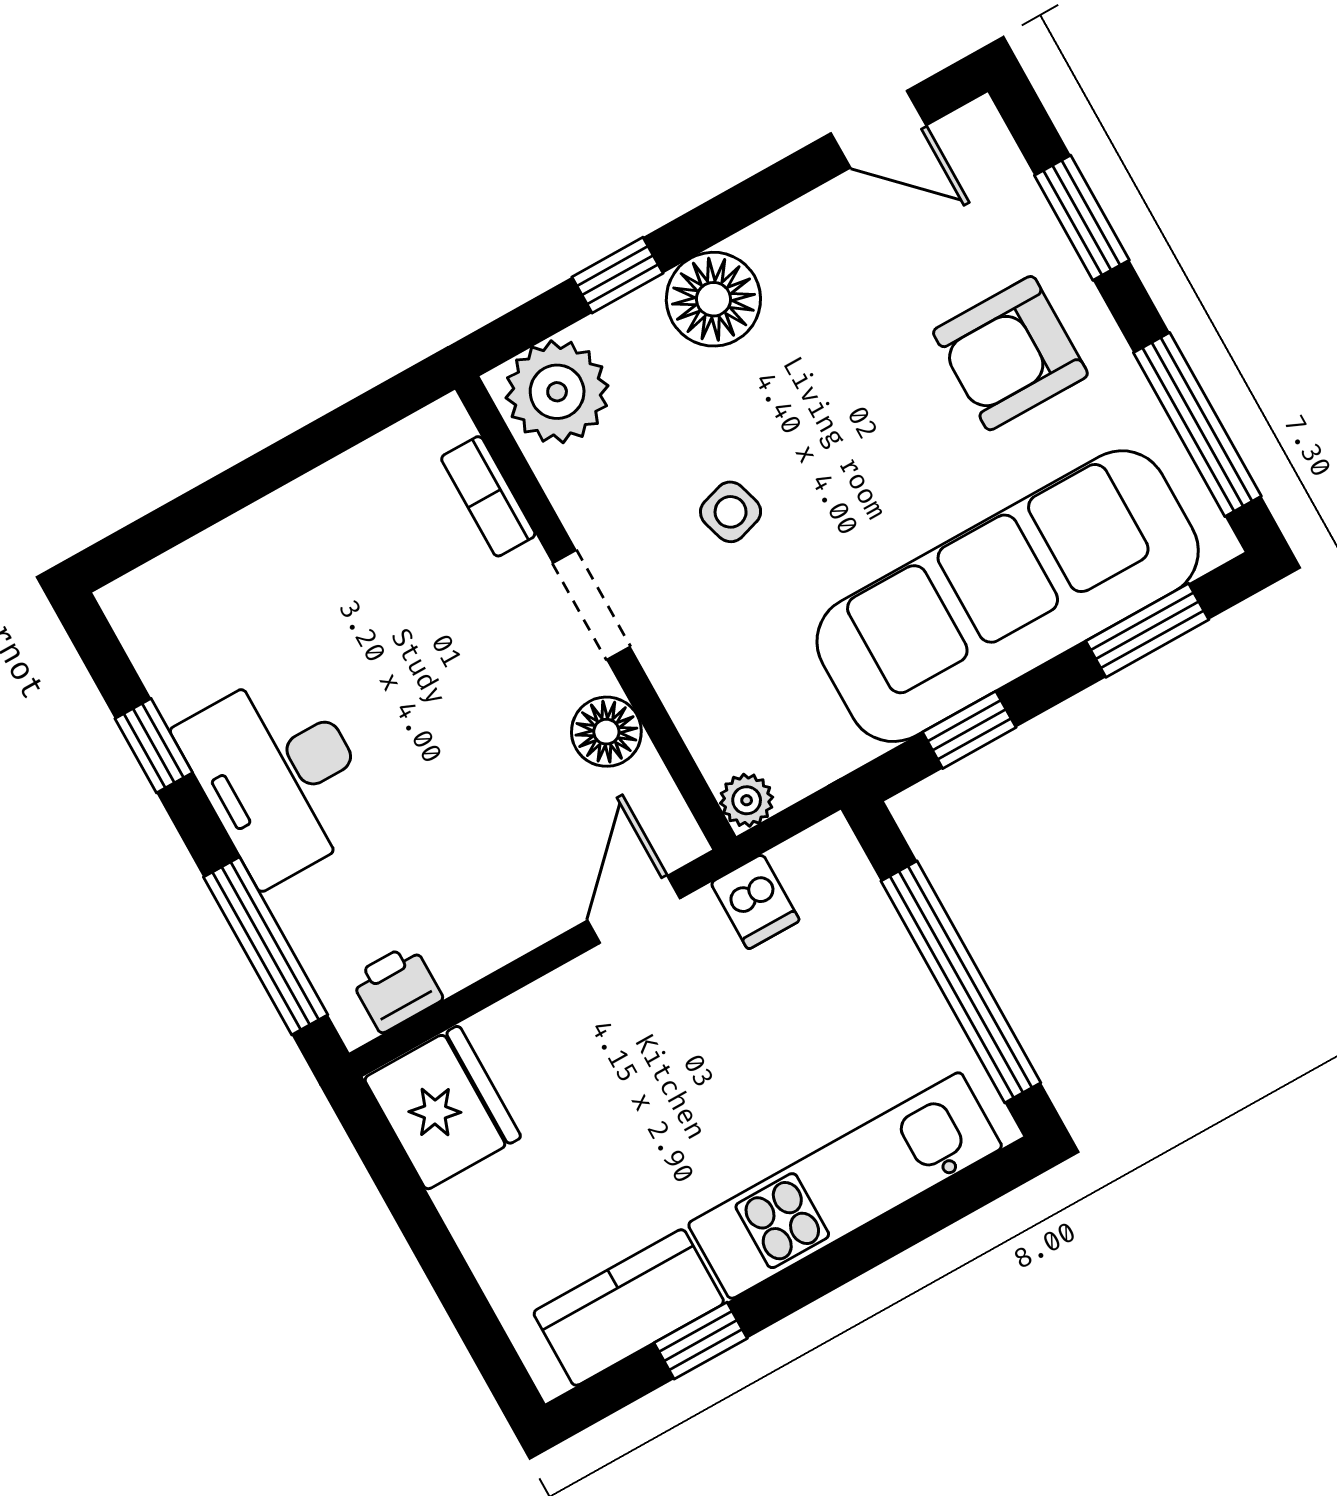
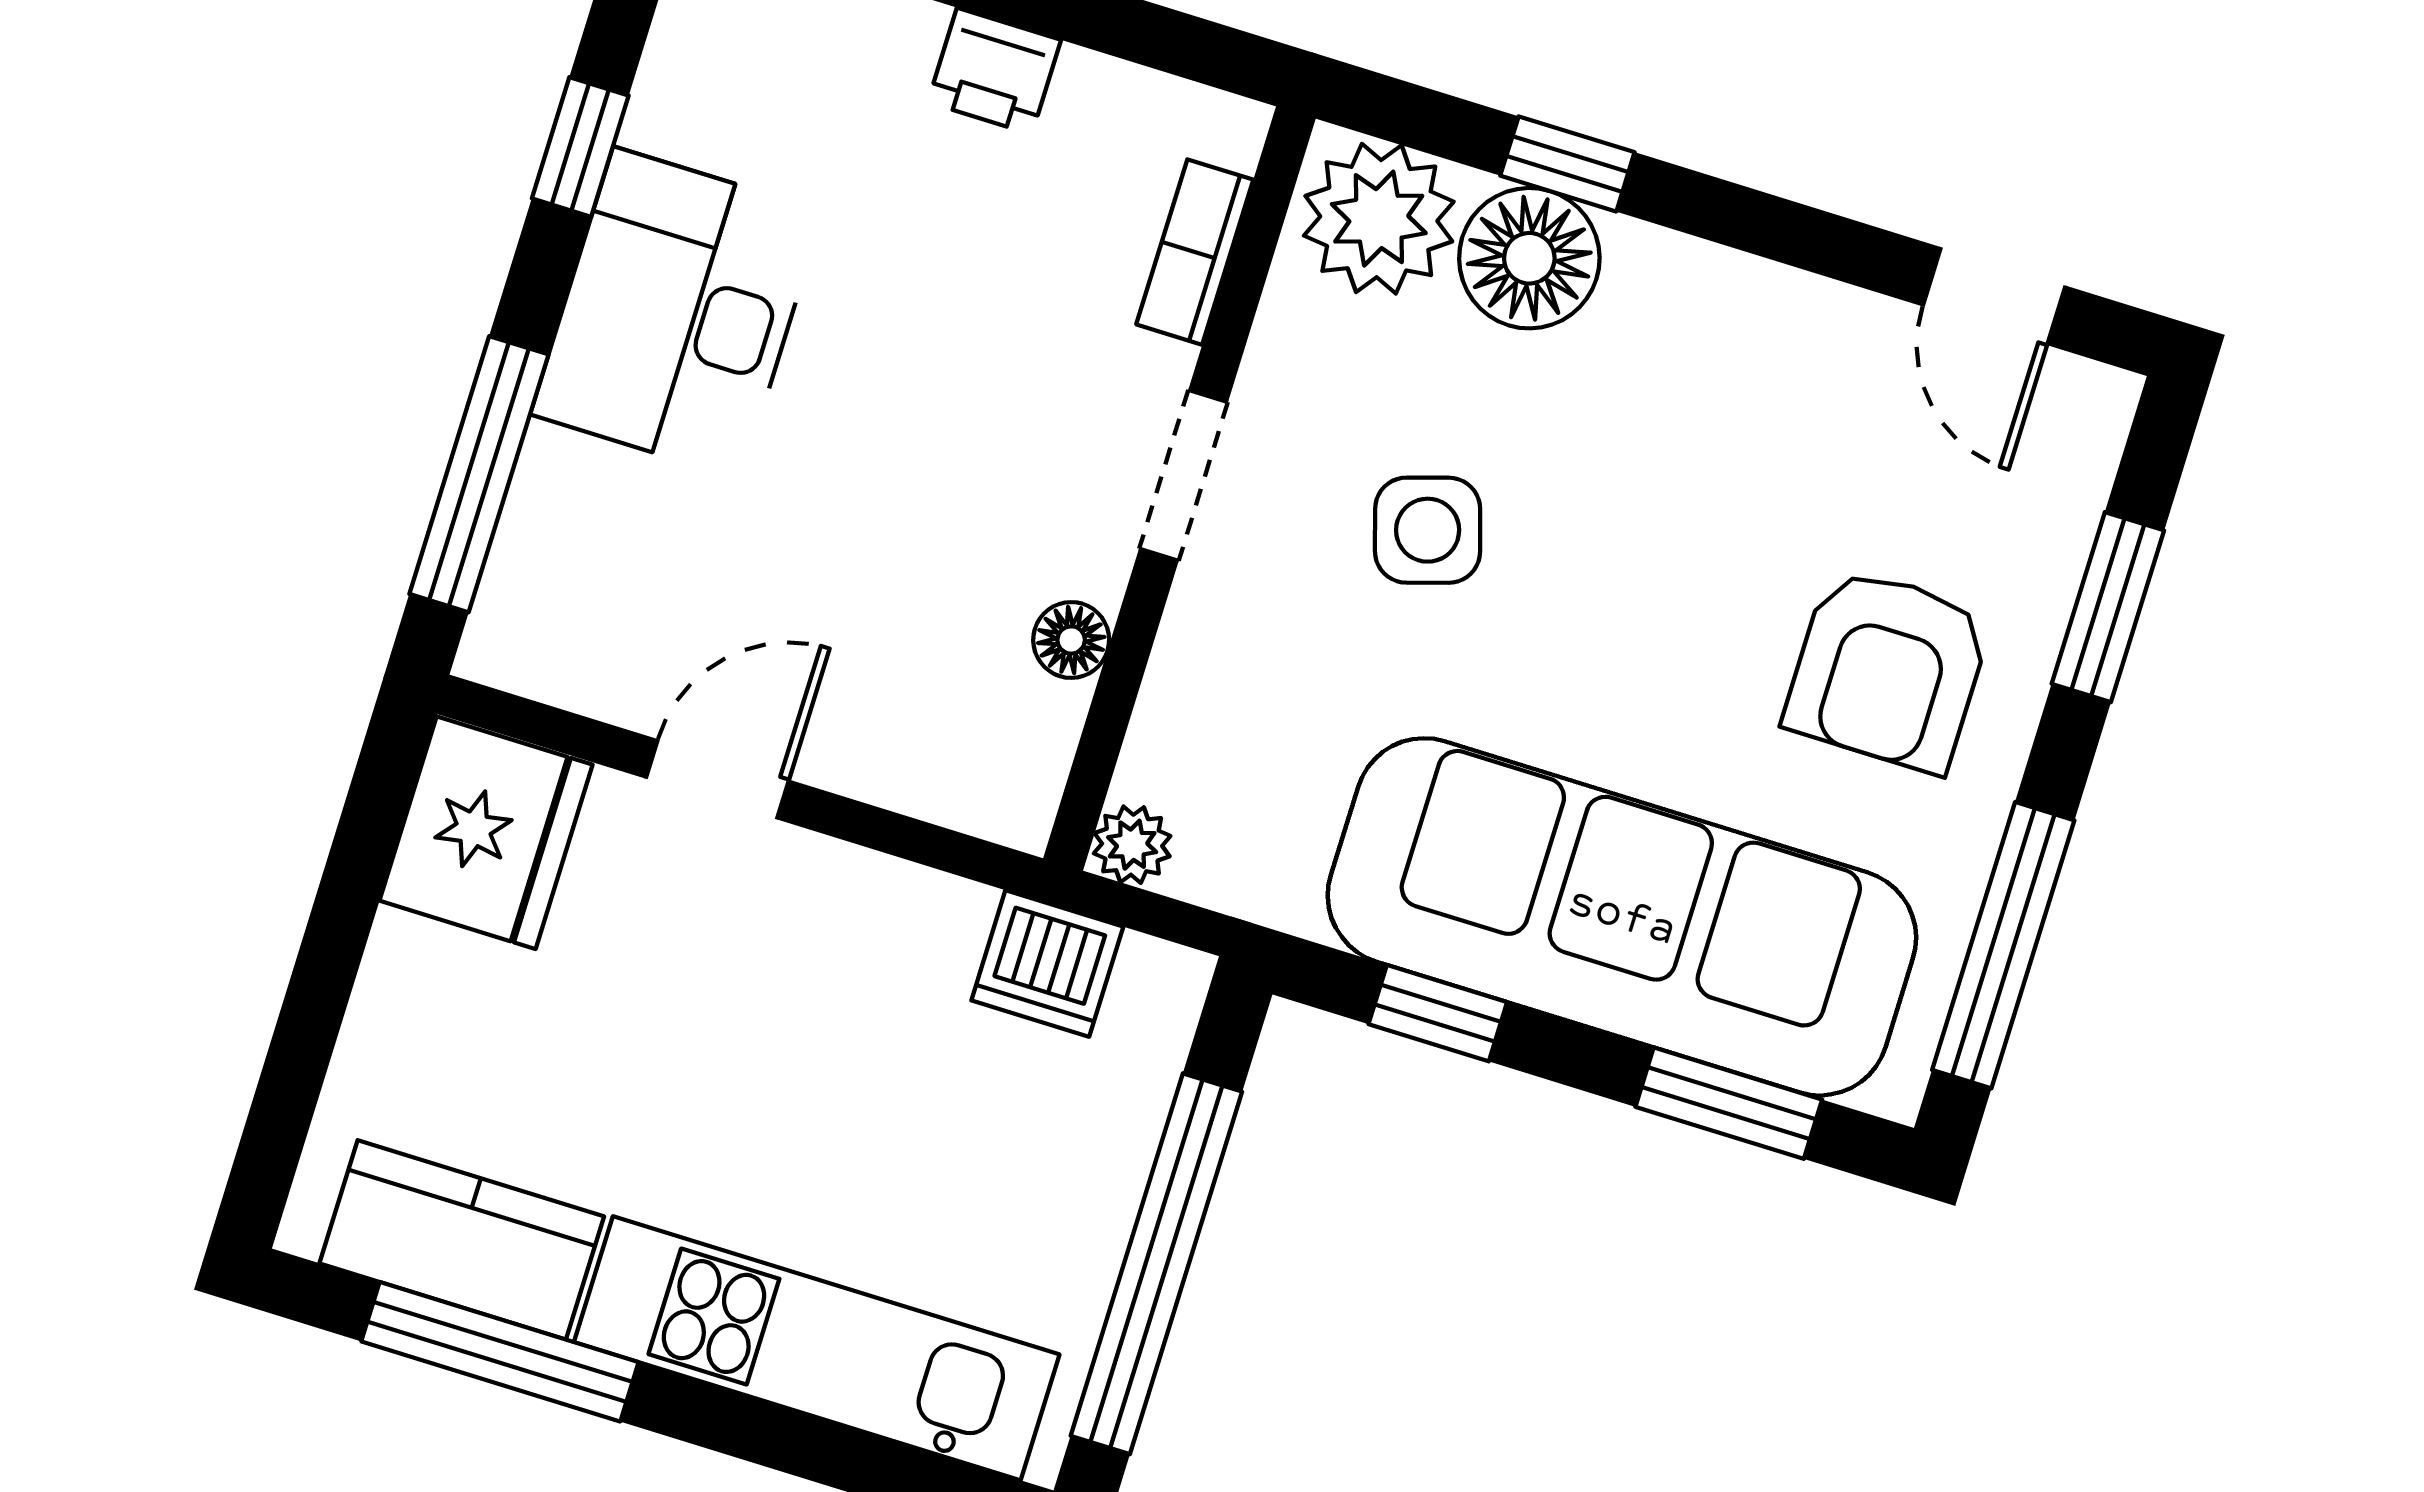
floor lamp: (713, 299) -> (1529, 258), moved
armchair: (1010, 353) -> (1888, 669), turned -90
side table: (731, 512) -> (1428, 530), width x1.37, depth x1.37
floor lamp: (606, 732) -> (1071, 640), width x0.73, depth x0.73
dishwasher: (755, 902) -> (1047, 963), width x1.38
door: (634, 909) -> (717, 779), moved
printer: (397, 988) -> (994, 71), moved, turned 180
window: (701, 1341) -> (500, 1352), width x2.17

